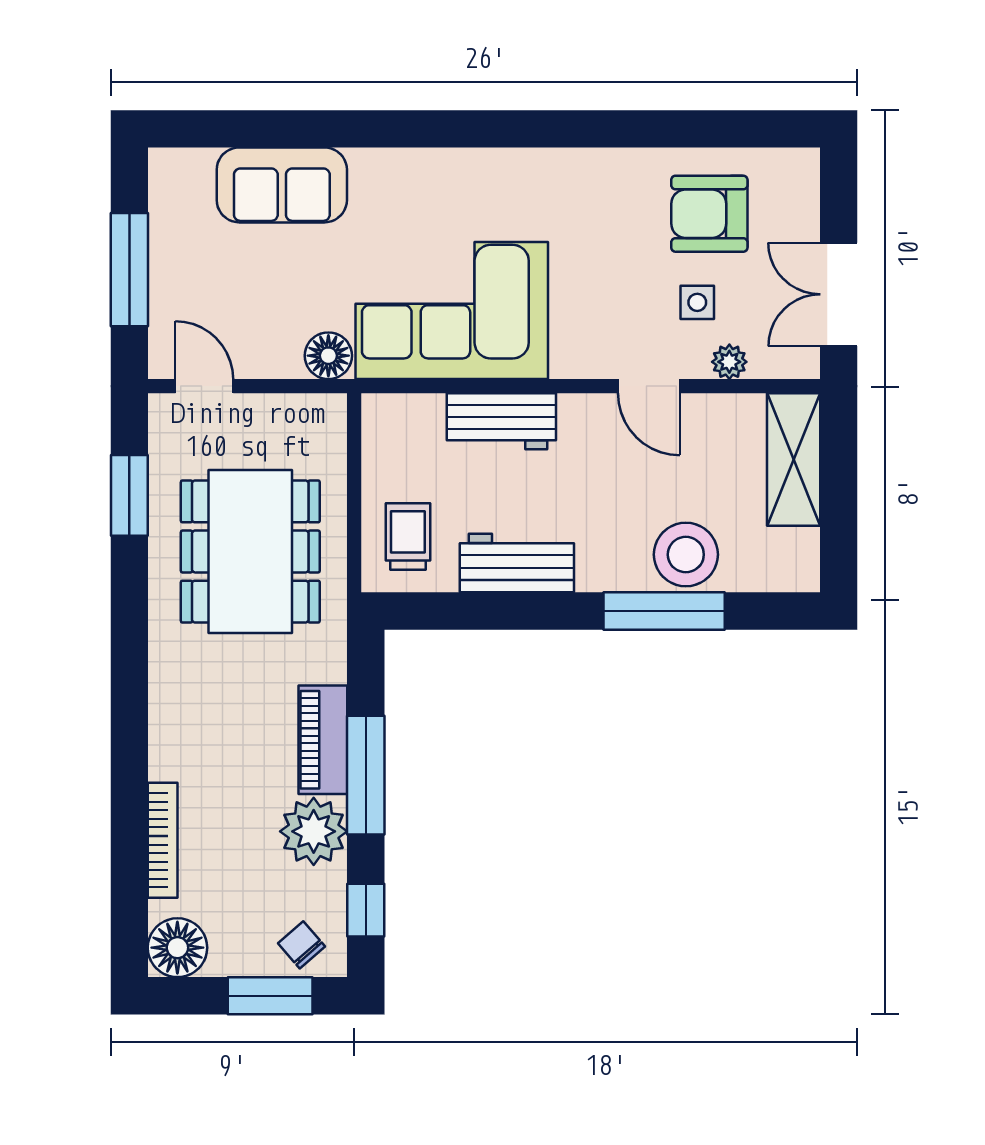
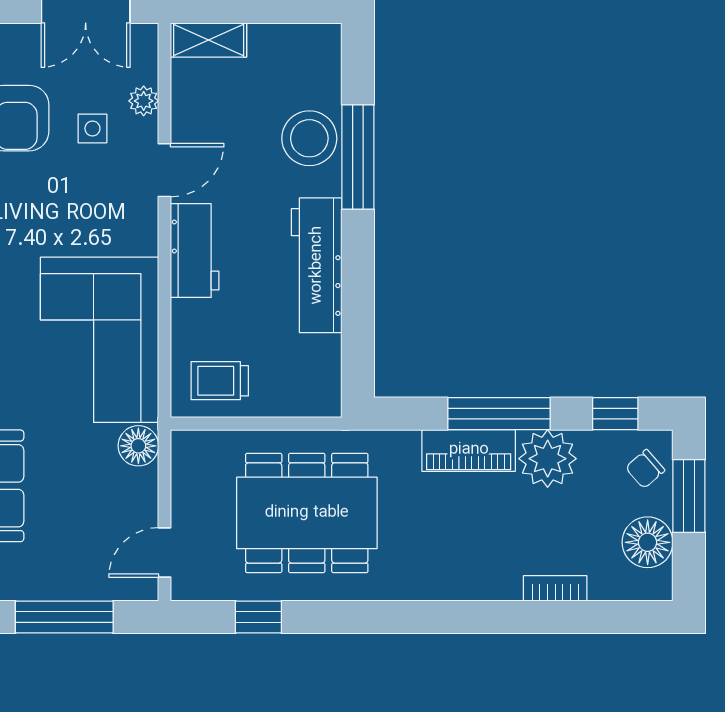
workbench: (501, 421) -> (195, 251), moved
shelving: (794, 459) -> (209, 40), width x0.67, depth x0.75
window: (129, 495) -> (258, 617), width x0.67
trolley: (408, 536) -> (220, 381), moved
workbench: (517, 563) -> (317, 265), width x1.38
bookcase: (163, 840) -> (555, 588), width x0.64
floor lamp: (177, 948) -> (648, 542), moved

